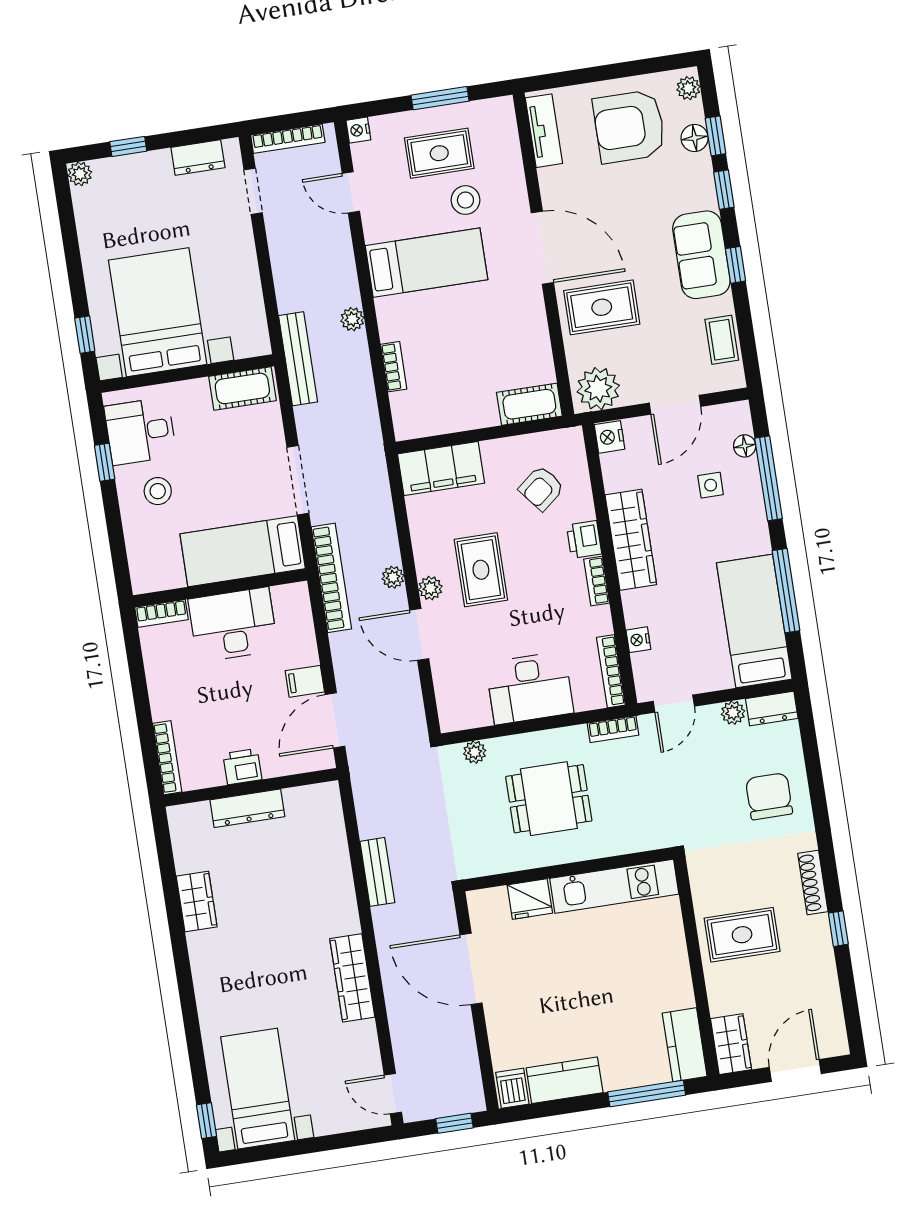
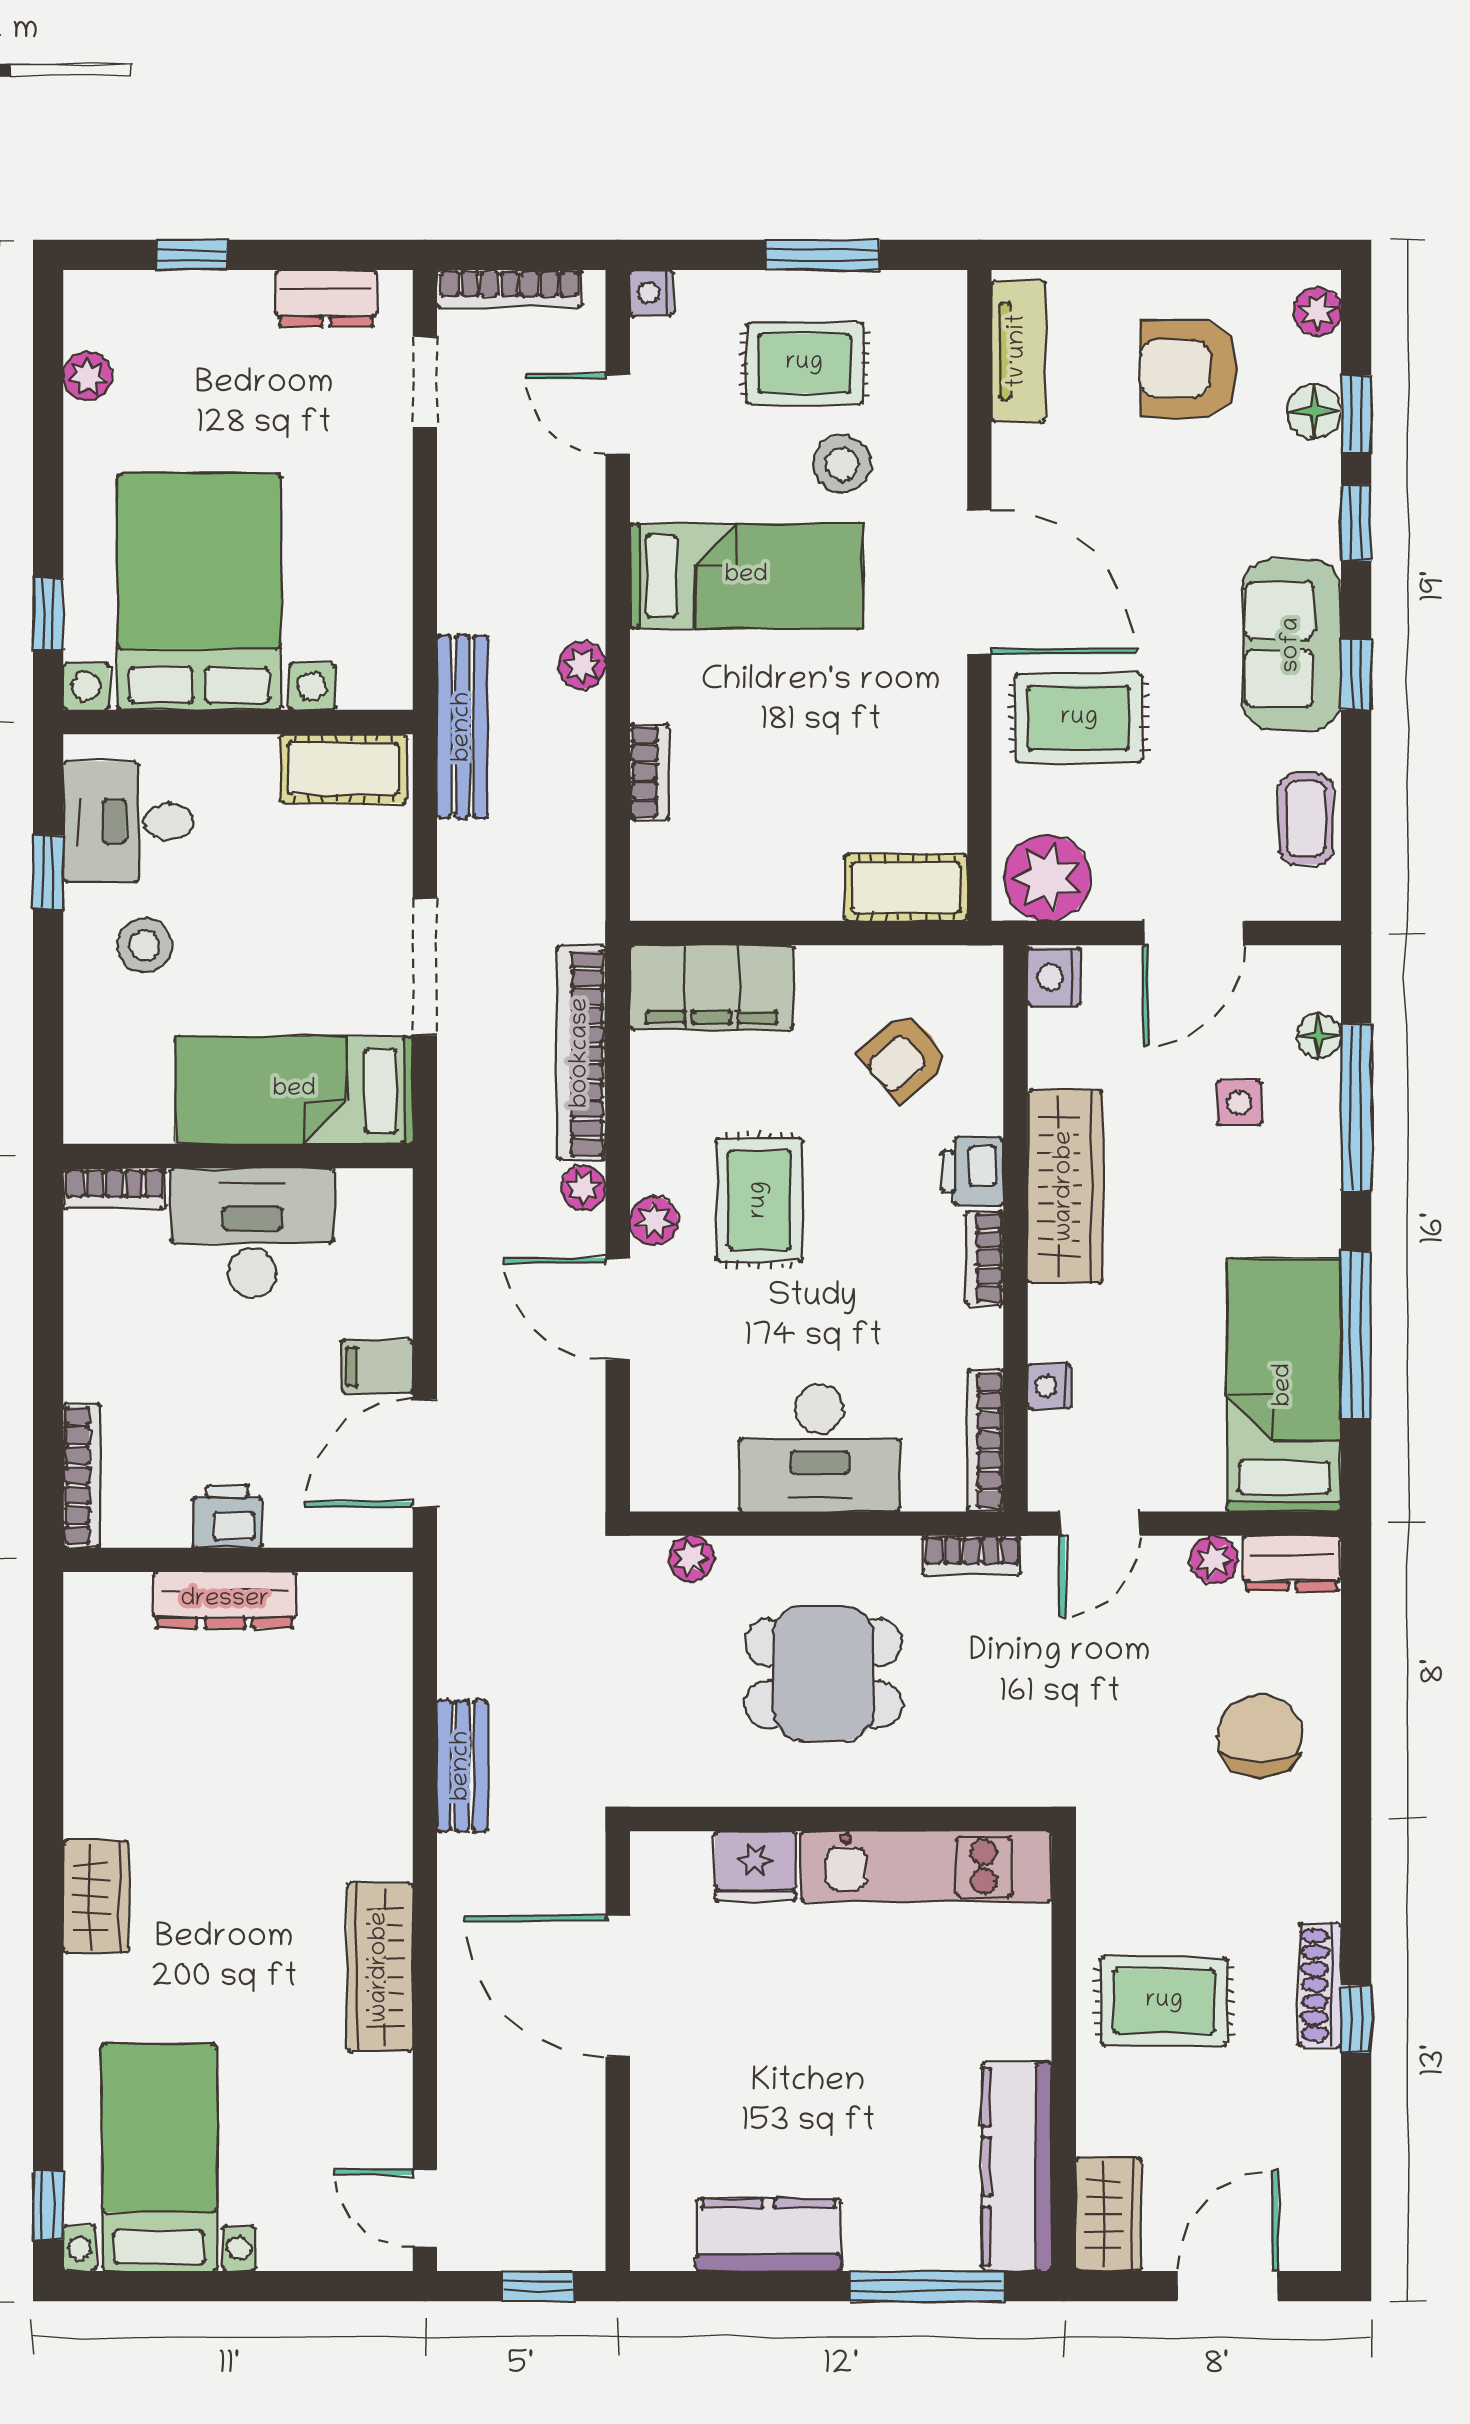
armchair: (629, 127) -> (1188, 369), width x0.73, depth x0.73
plant: (80, 174) -> (87, 376), moved
bookcase: (331, 578) -> (581, 1053), moved, turned 180
shoe rack: (813, 882) -> (1320, 1985), moved
wardrobe: (197, 901) -> (96, 1896), moved
kitchen counter: (685, 1045) -> (1017, 2167), width x1.50
dishwasher: (512, 1088) -> (663, 2235), removed

